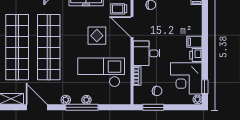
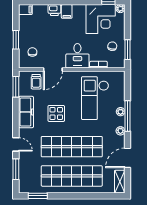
display table: (97, 36) -> (56, 113), moved
printer: (196, 55) -> (54, 10), moved

